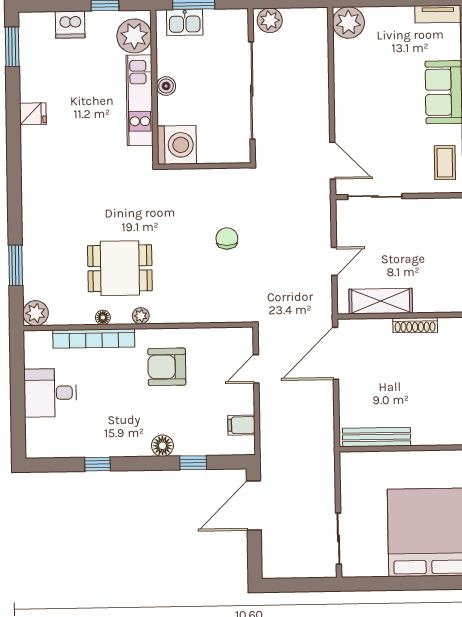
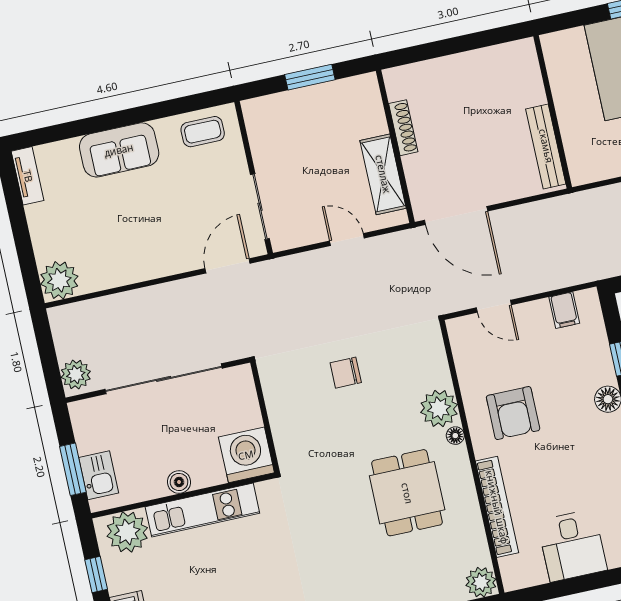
plant: (141, 316) -> (439, 409), moved, width x1.88, depth x1.88
floor lamp: (103, 317) -> (455, 436), moved

